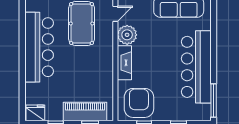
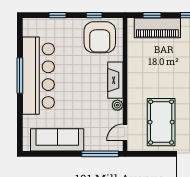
plant: (127, 35) -> (117, 105), width x0.53, depth x0.53
window: (214, 100) -> (20, 75), moved

